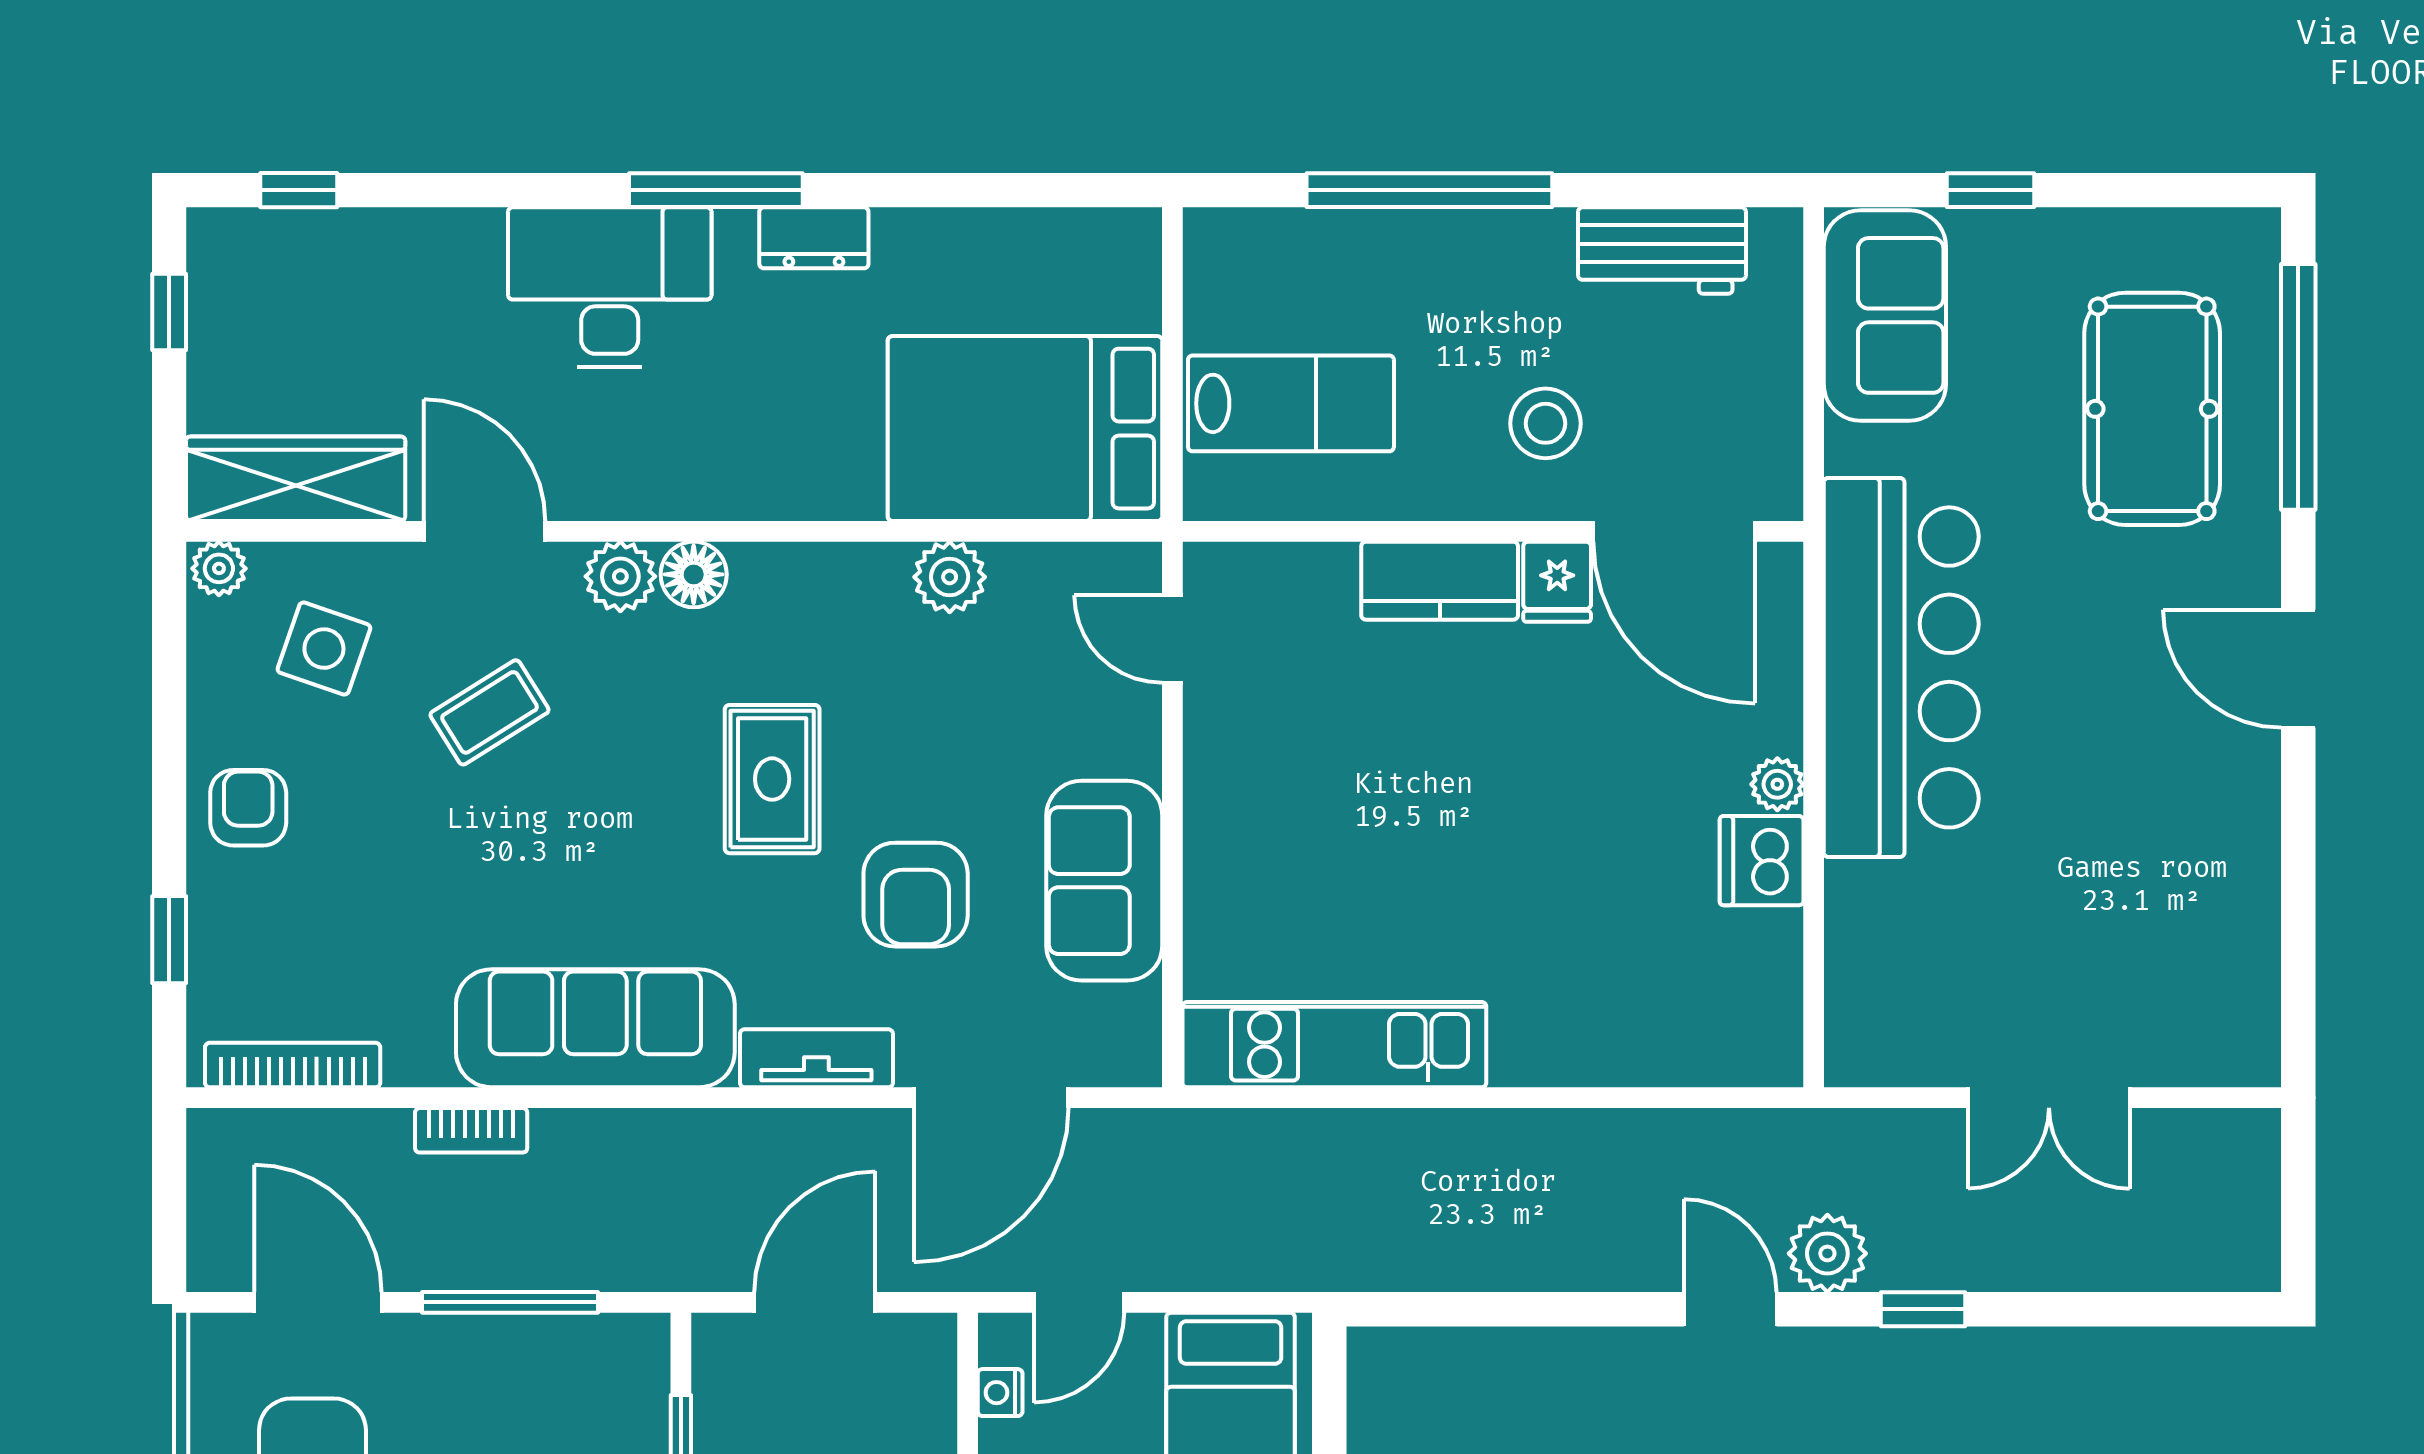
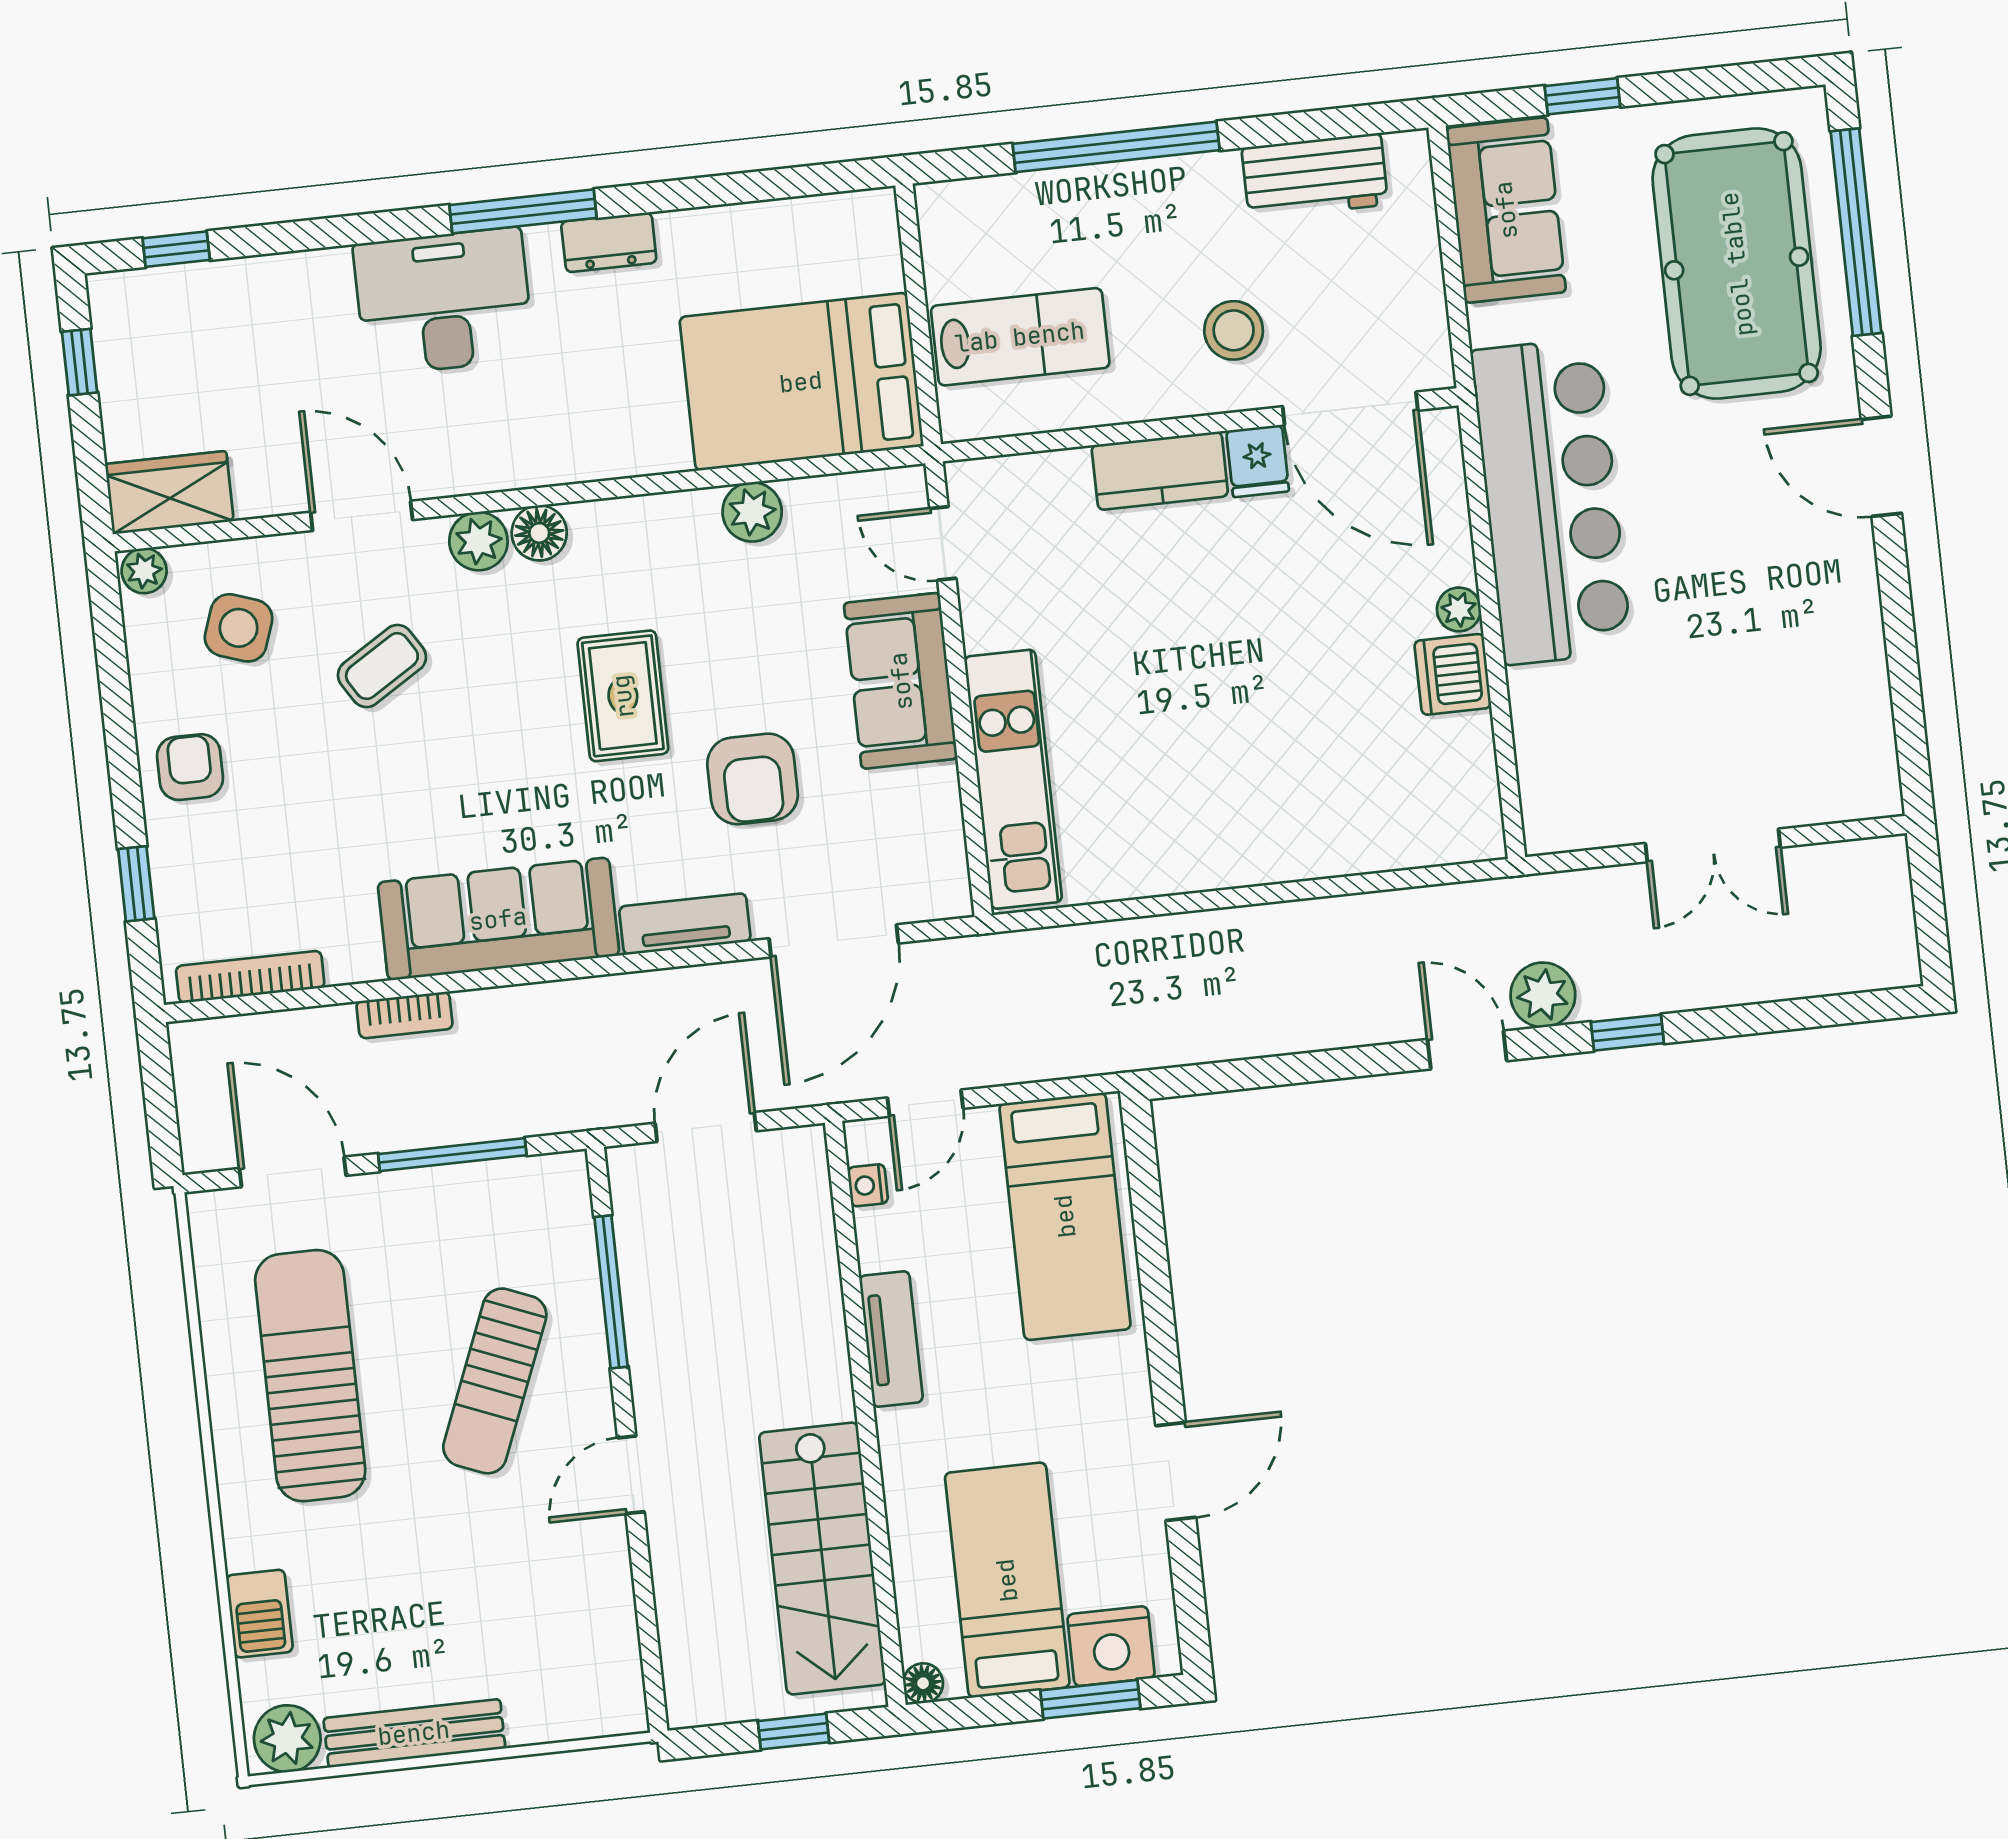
pool table: (2152, 409) -> (1737, 264), width x1.36, depth x1.32
wardrobe: (296, 479) -> (169, 493), width x0.67
sofa: (1104, 881) -> (901, 681), moved
kitchen unit: (1334, 1045) -> (1013, 779), moved, turned 90

